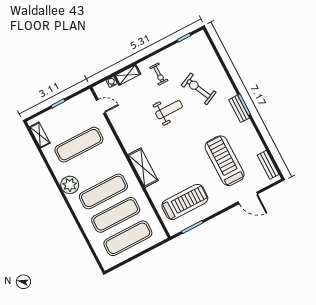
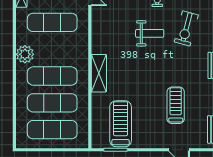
exercise bike: (199, 89) -> (186, 28), turned -140
treadmill: (225, 161) -> (176, 105), width x0.73, depth x0.73
treadmill: (185, 202) -> (121, 124), turned -90

